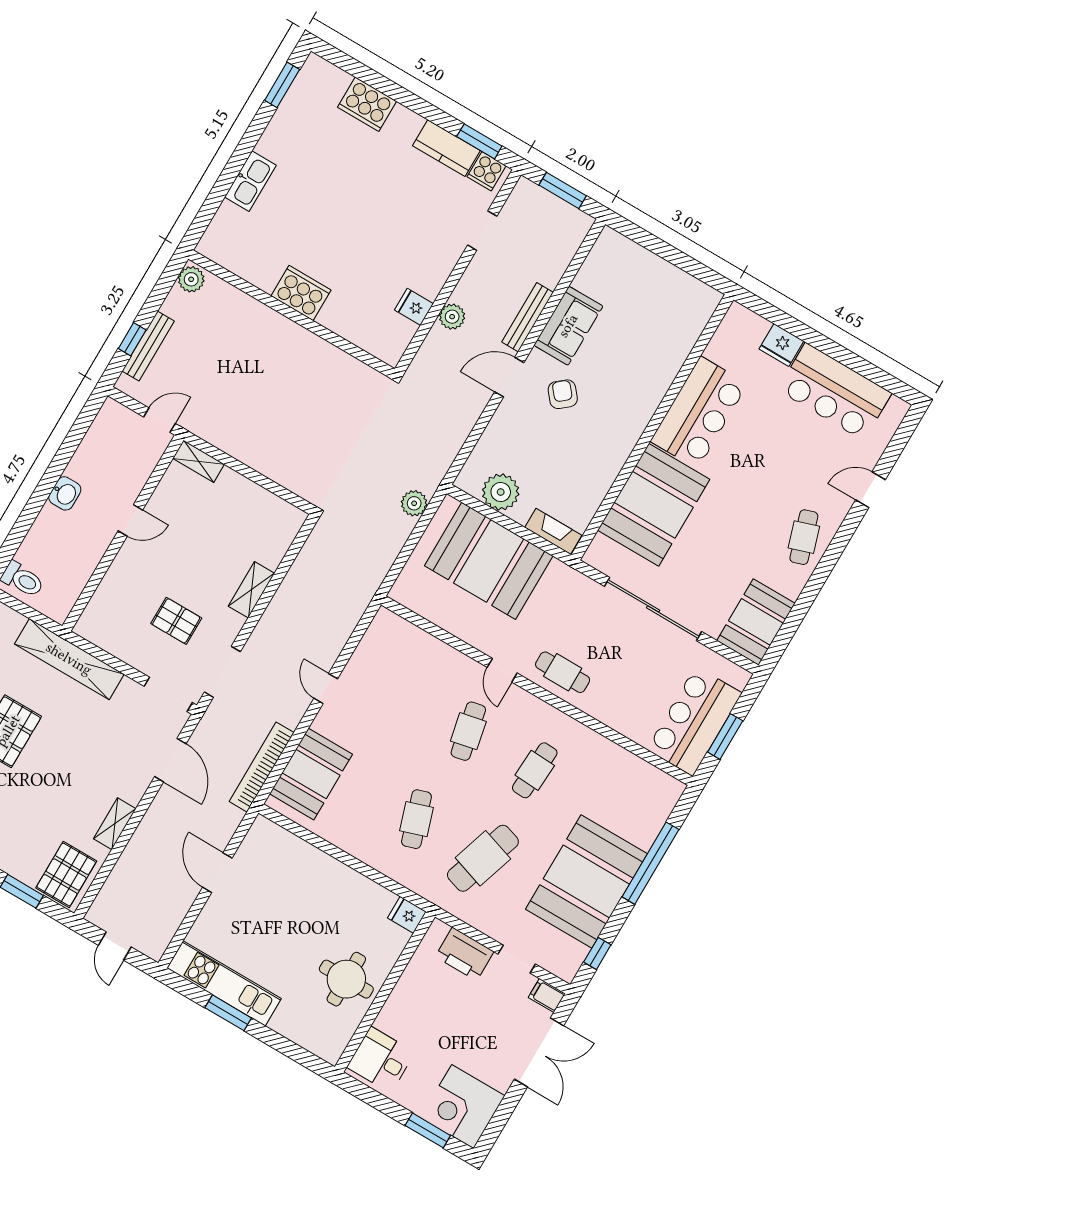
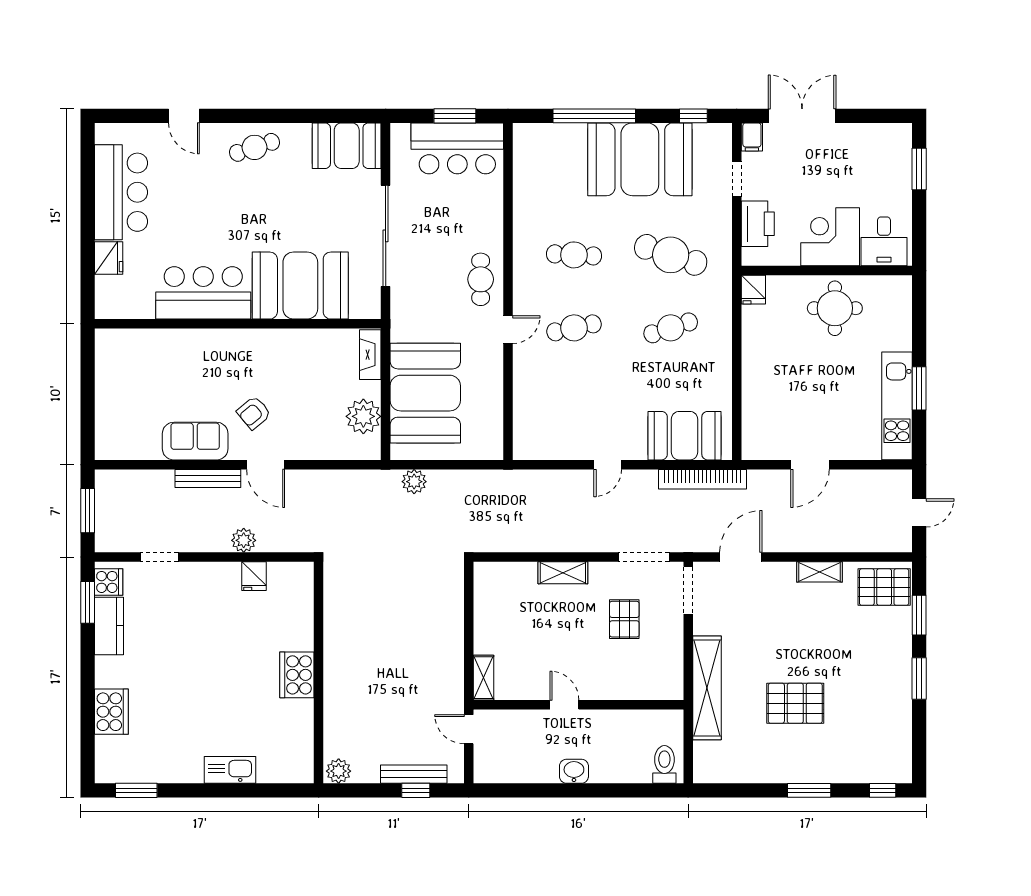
corner desk: (463, 1107) -> (830, 237), moved, turned 180

